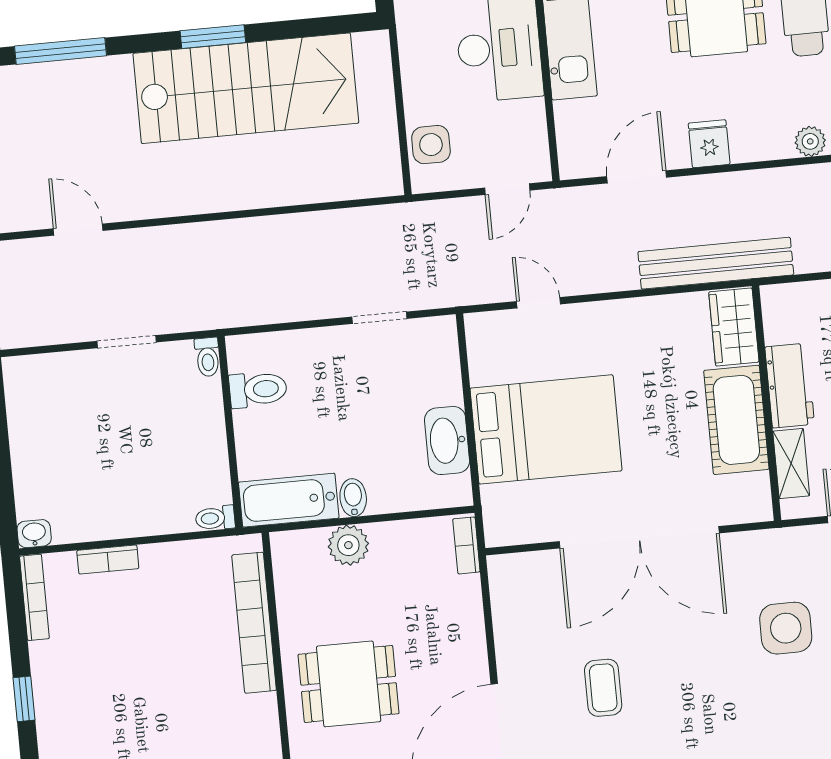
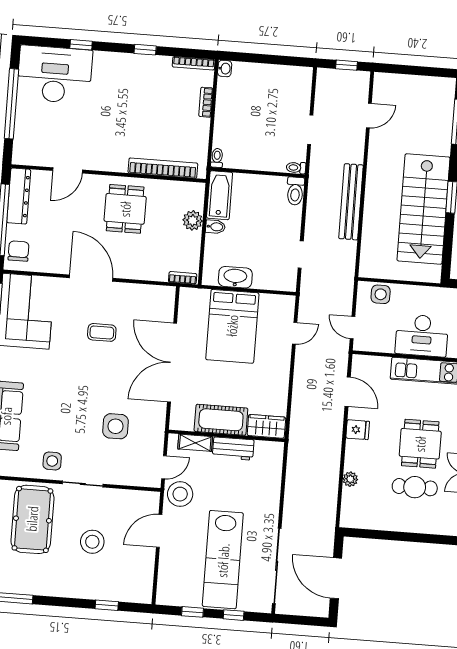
bench: (716, 263) -> (351, 202), moved
toilet: (258, 389) -> (295, 191), moved

